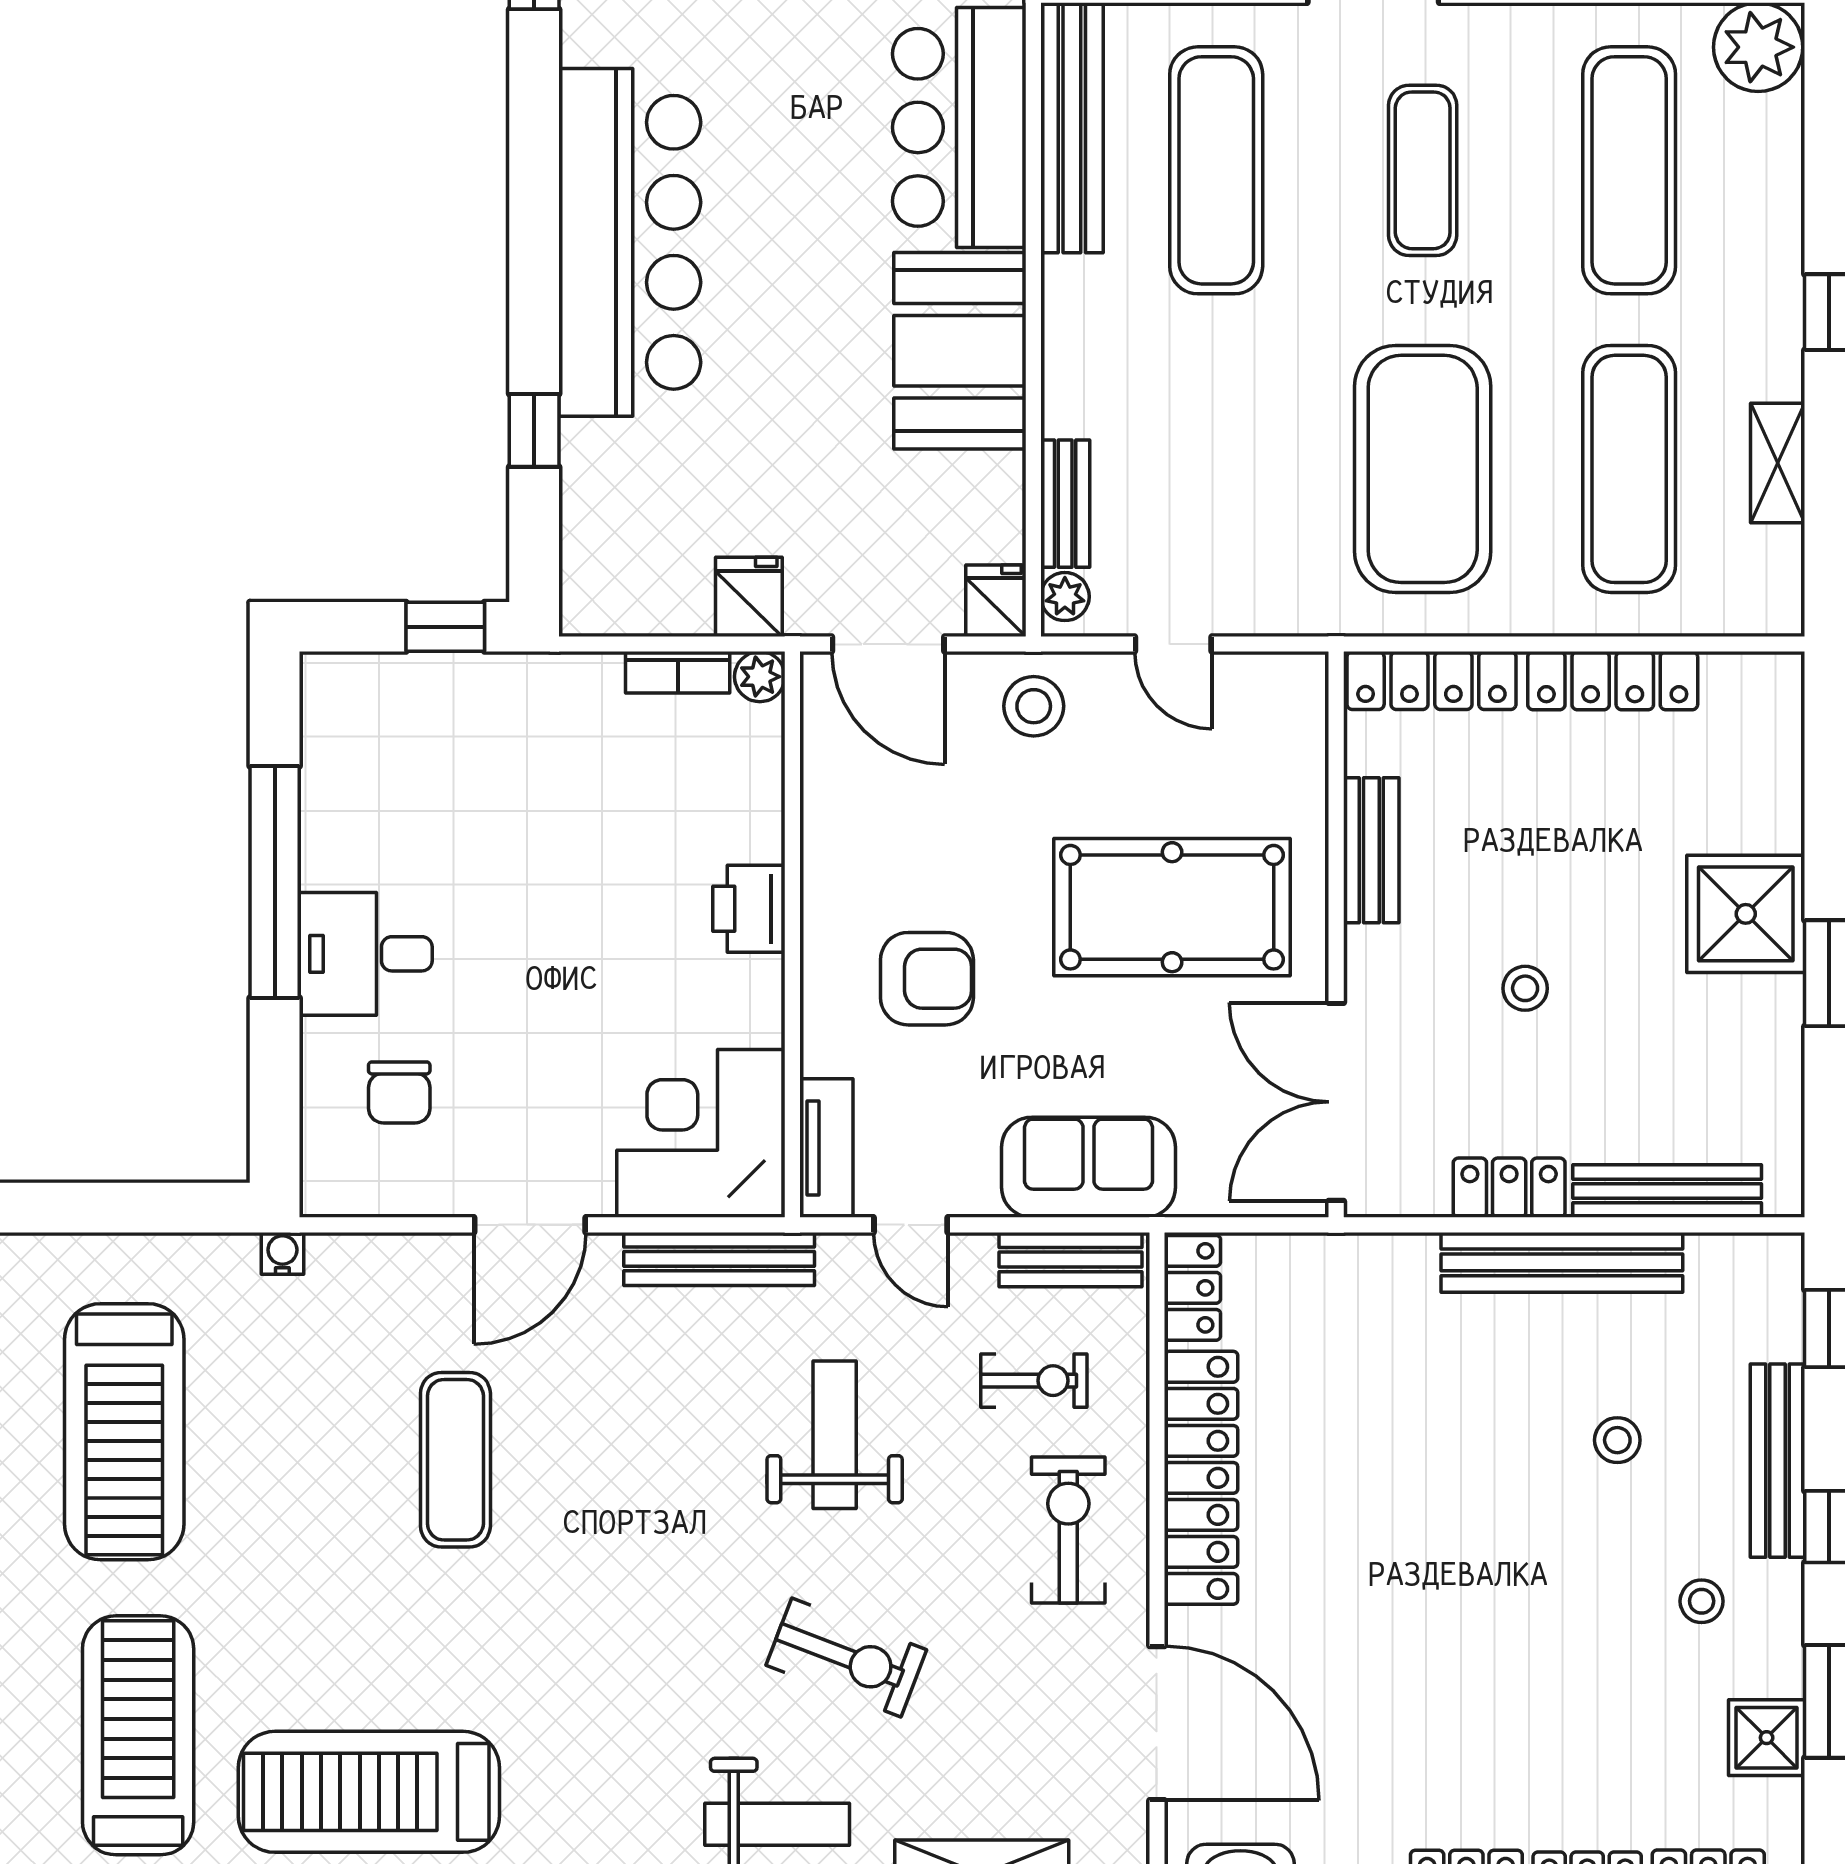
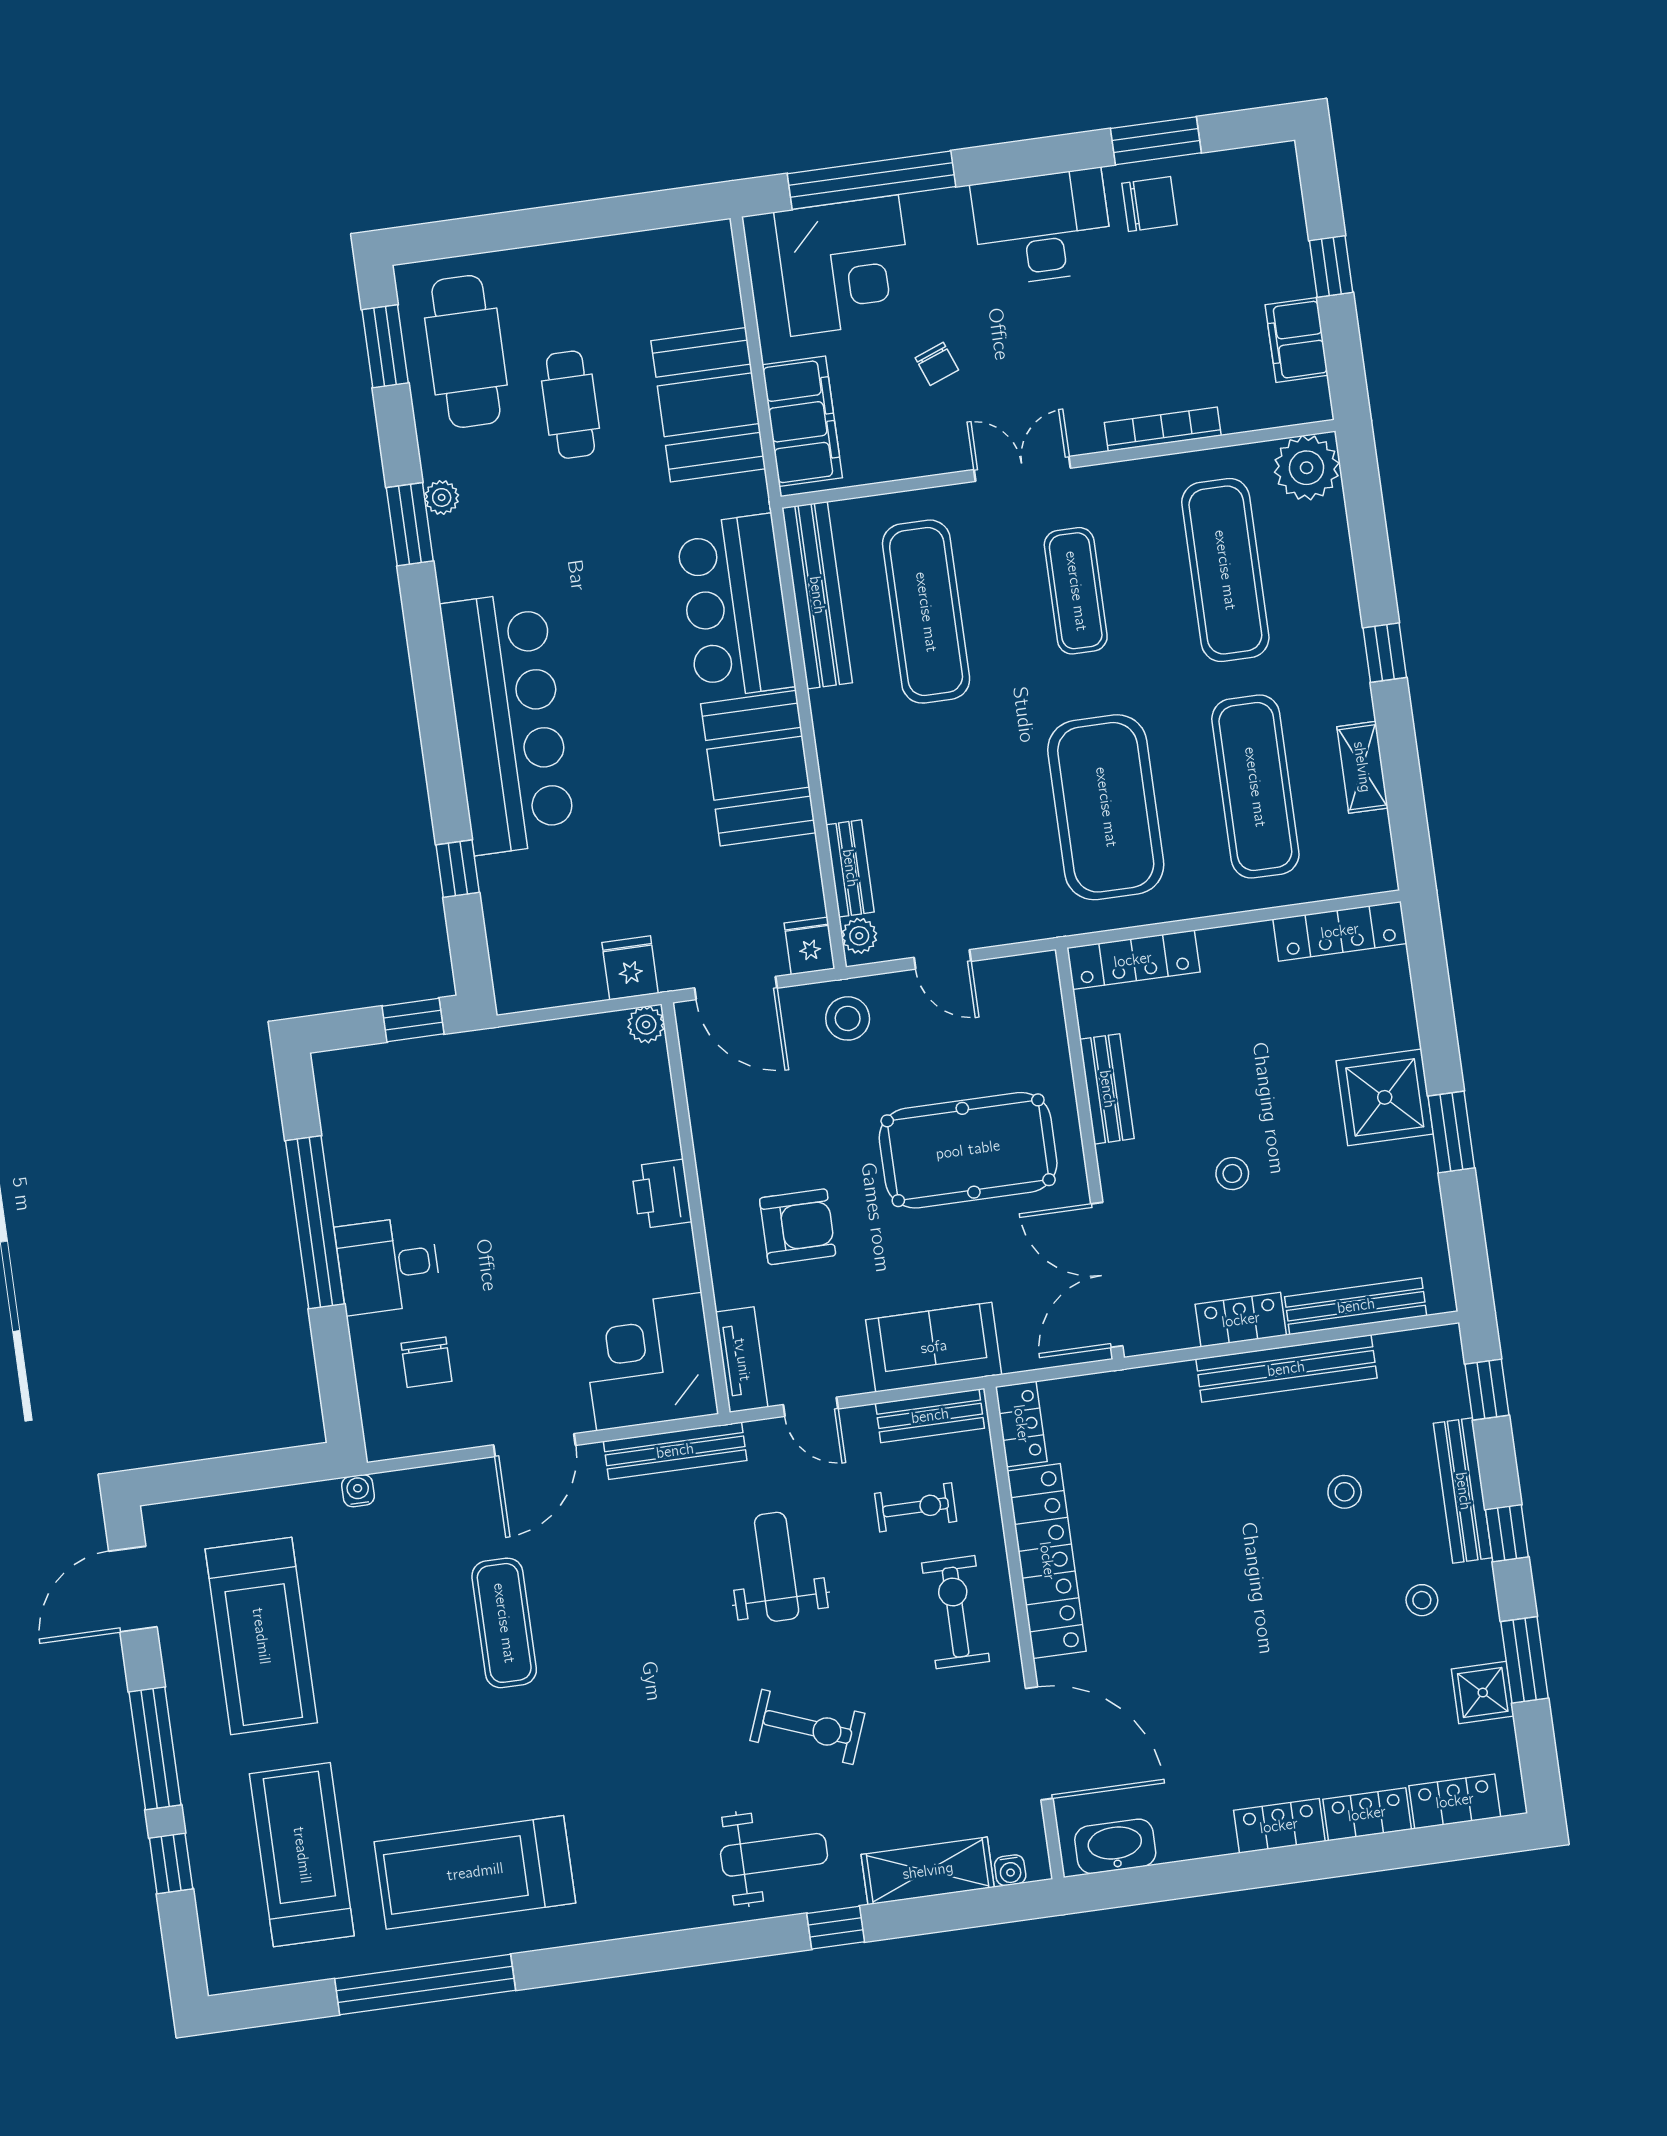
bookcase: (678, 672) -> (586, 1030), removed
locker: (1613, 681) -> (1340, 931), moved

